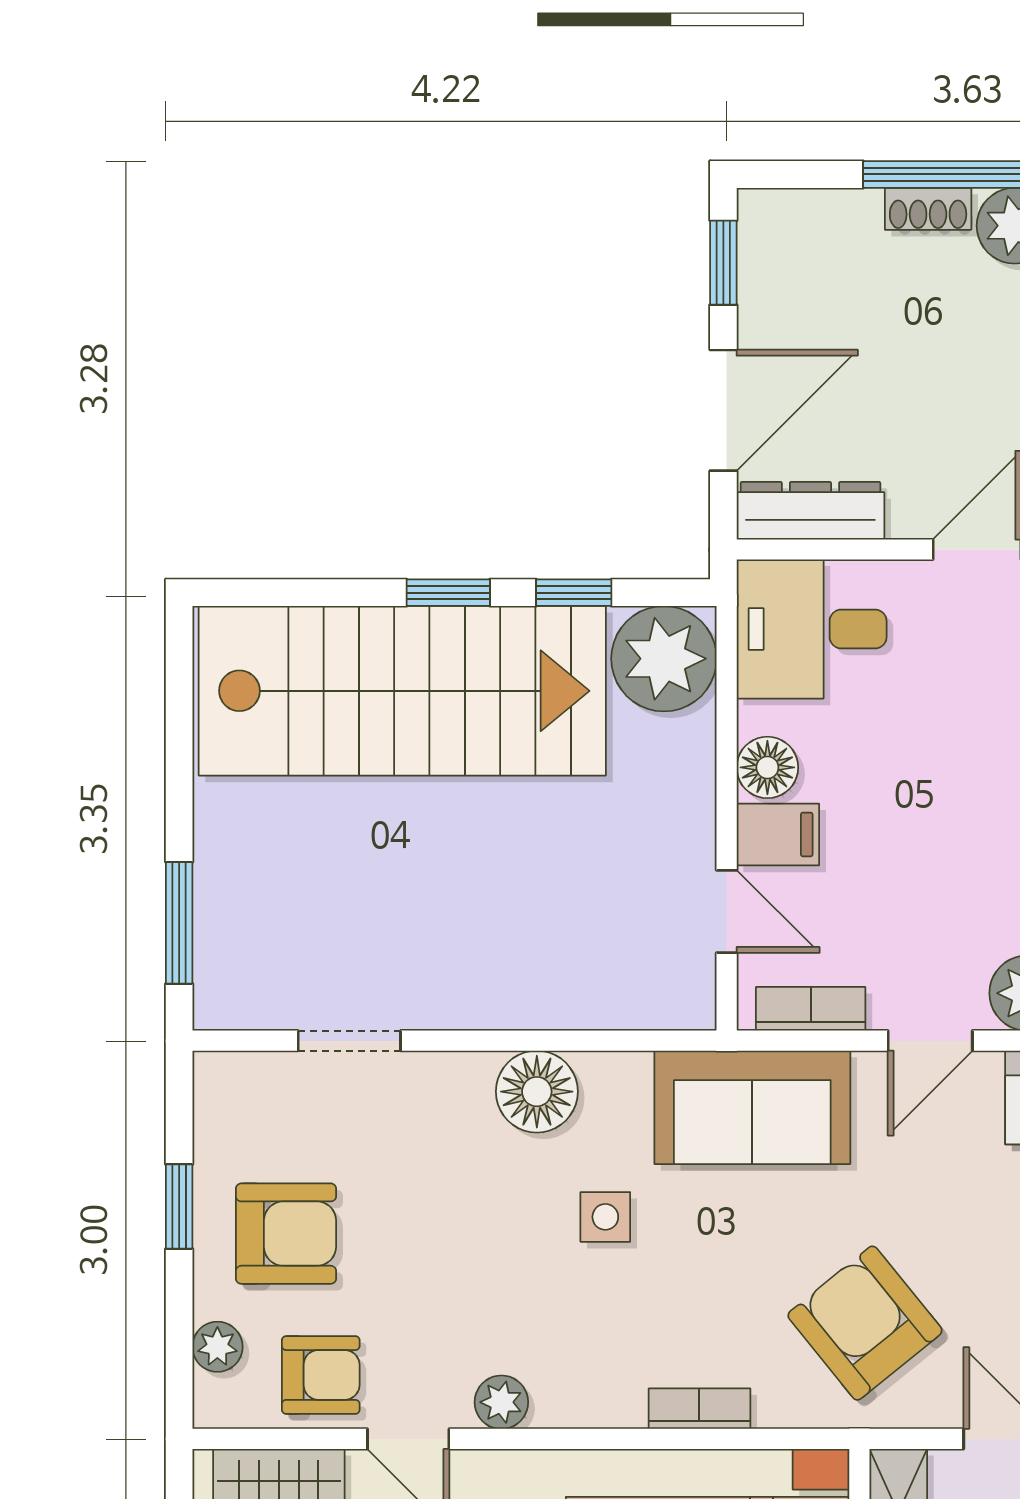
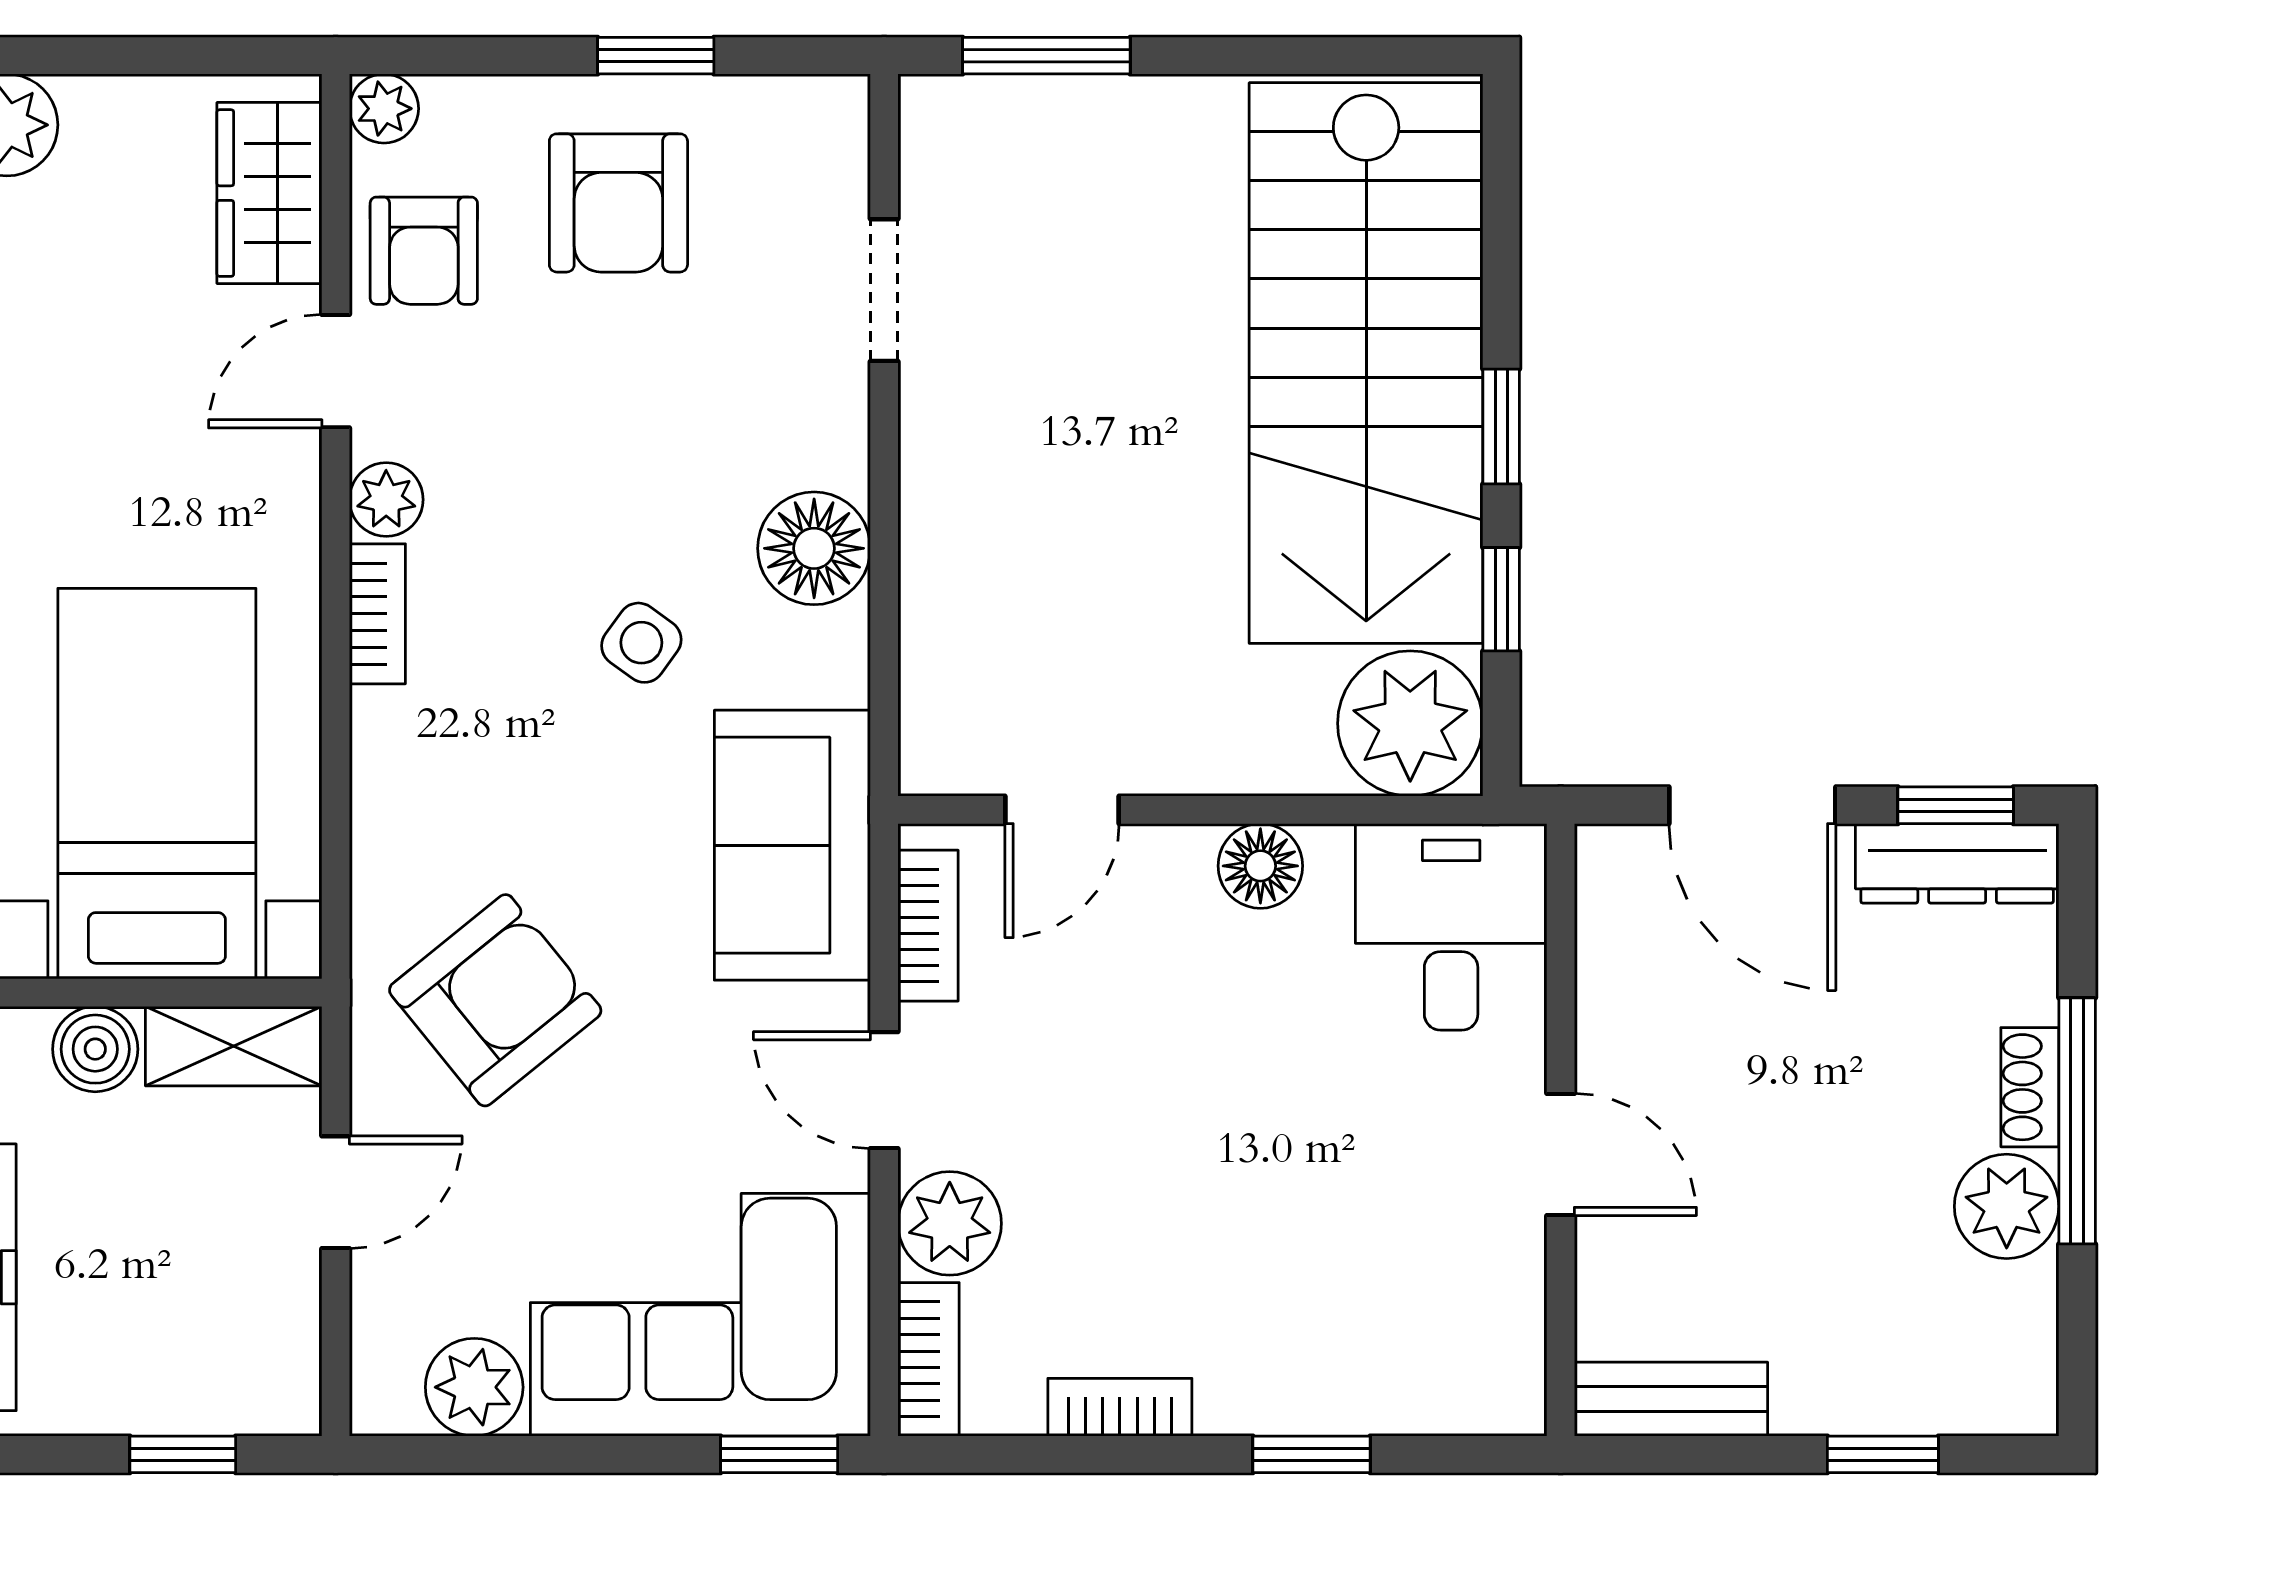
dresser: (810, 511) -> (1957, 863), moved, turned 90
filing cabinet: (778, 834) -> (1168, 880), removed
side table: (605, 1217) -> (641, 643), turned 36
plant: (217, 1347) -> (384, 109), moved
bookcase: (699, 1409) -> (377, 614), moved

